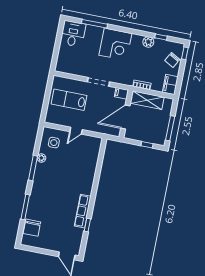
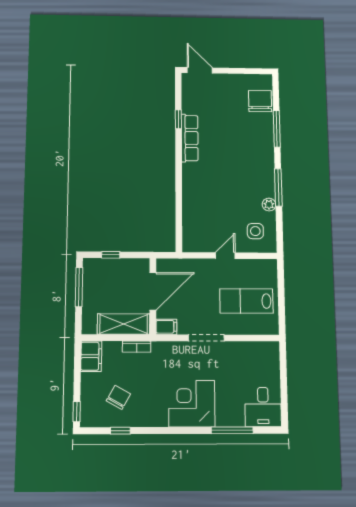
plant: (148, 42) -> (140, 418), removed
chair: (172, 60) -> (118, 397), moved
lab bench: (69, 100) -> (246, 301), turned 180

